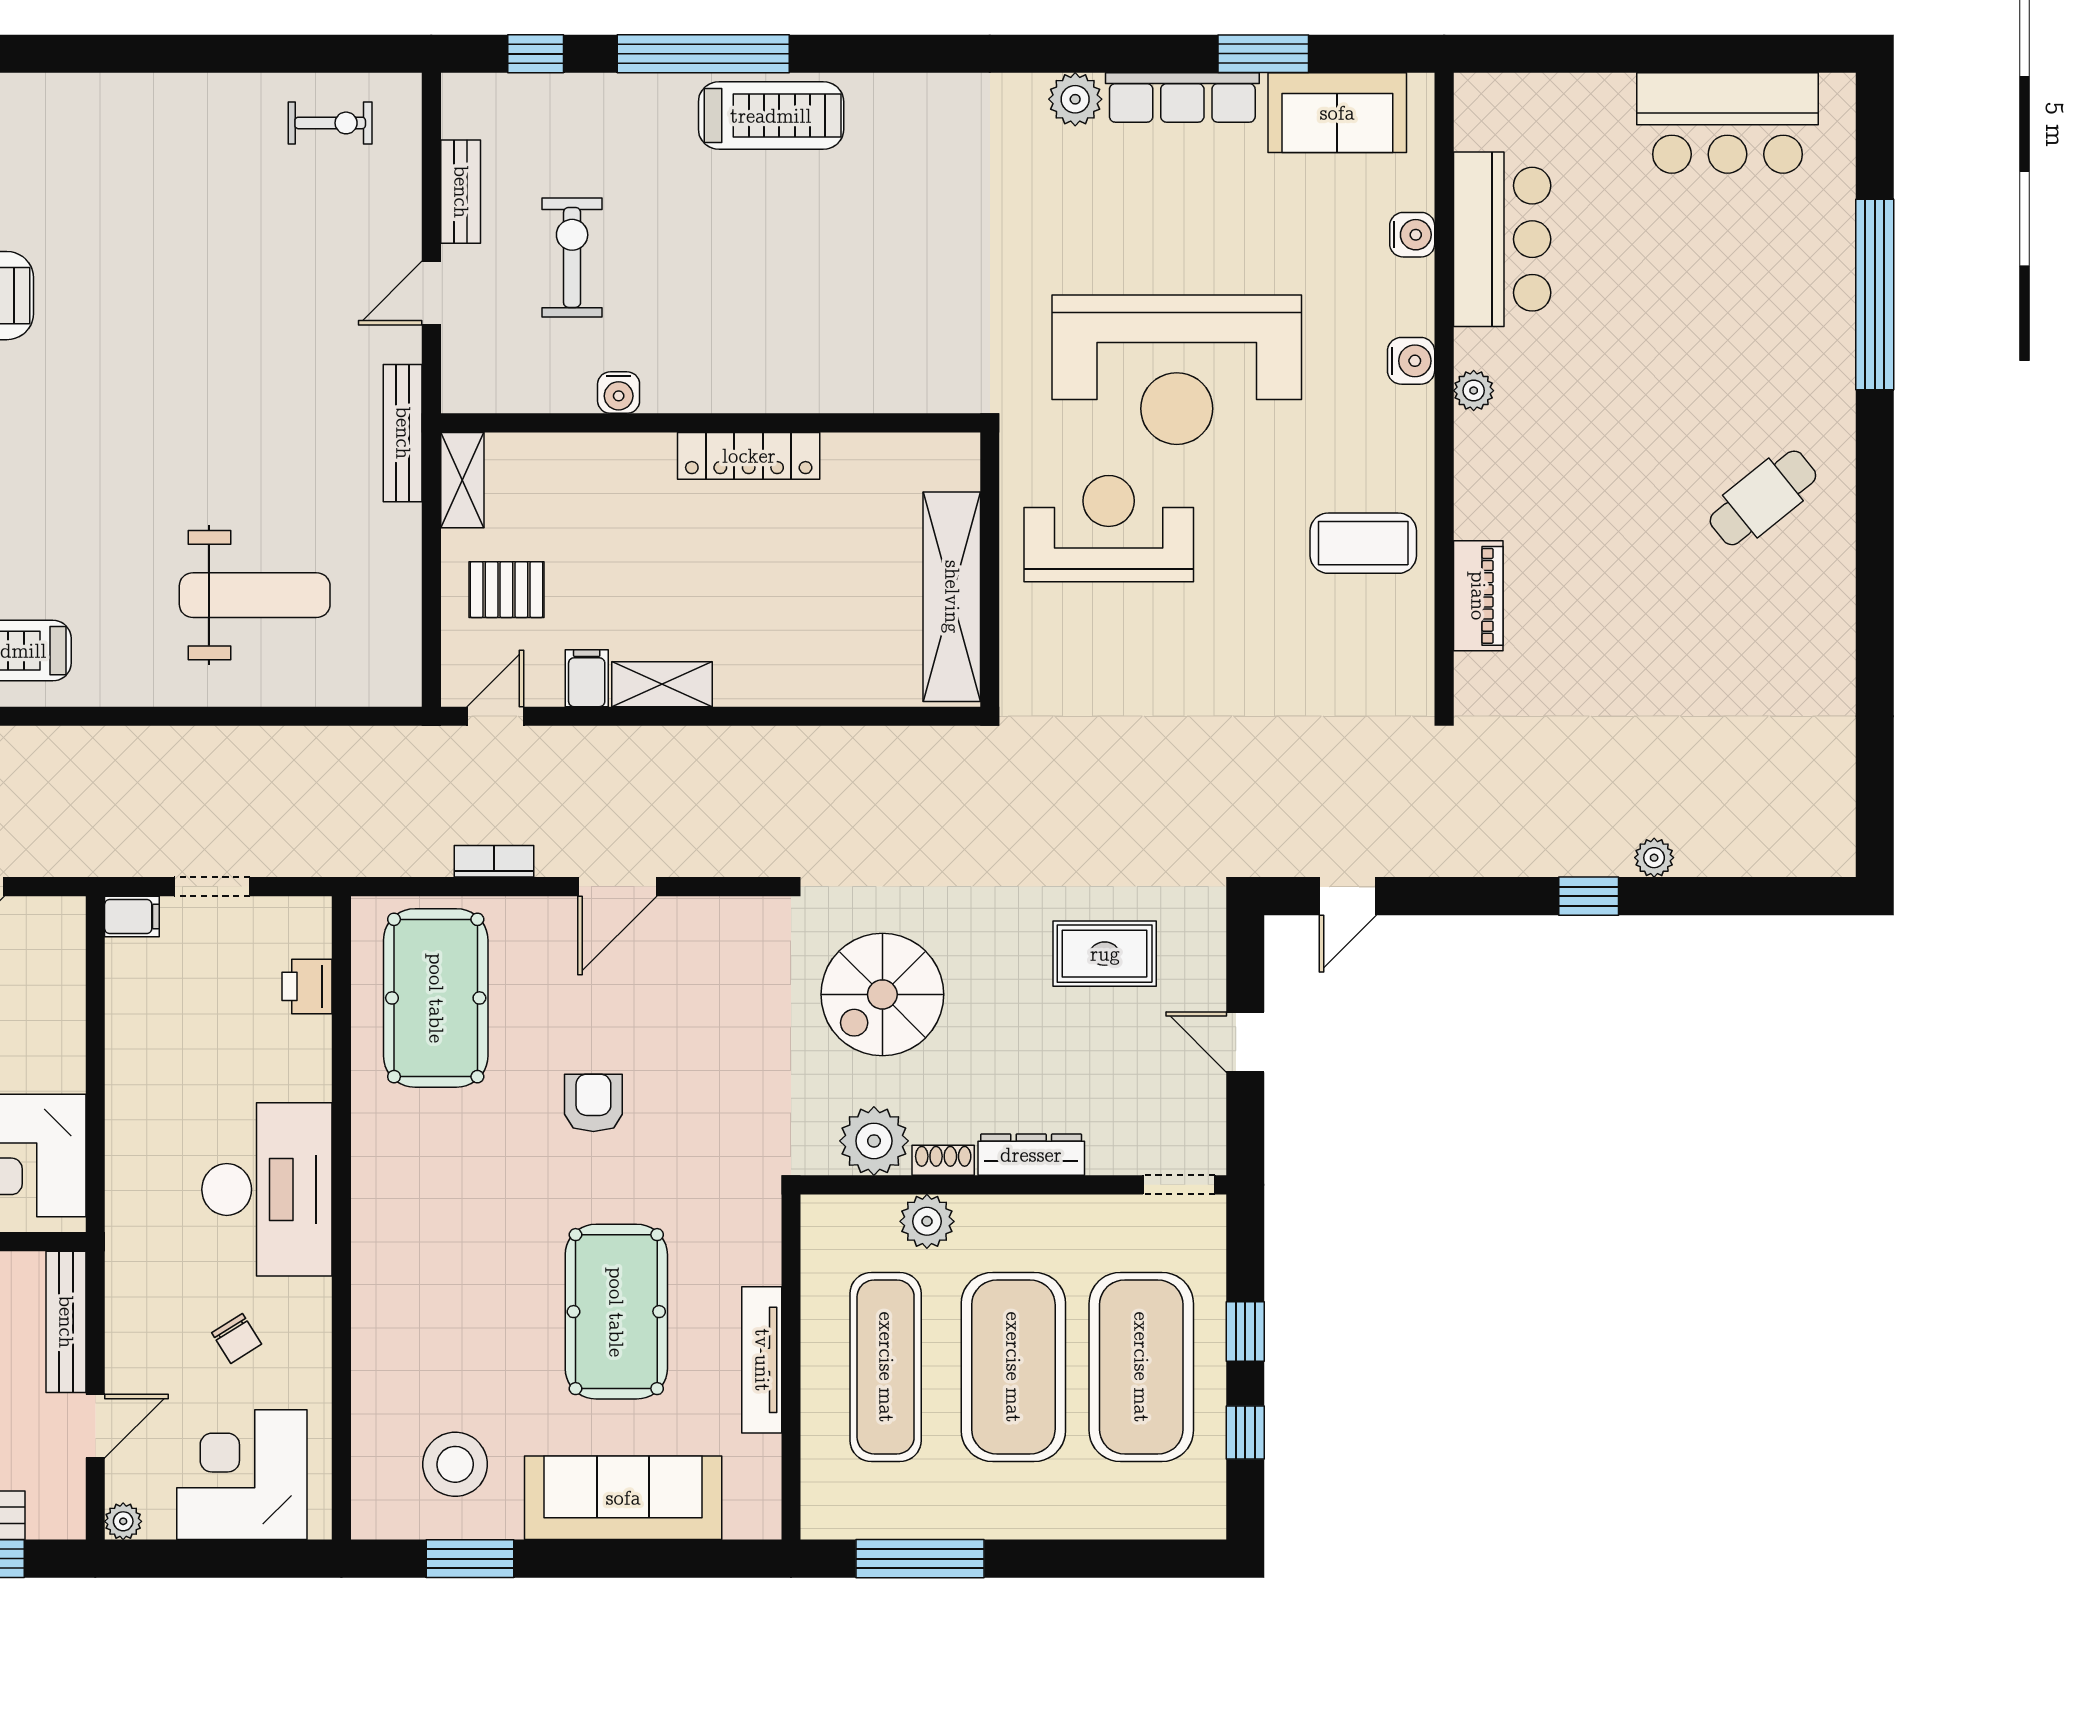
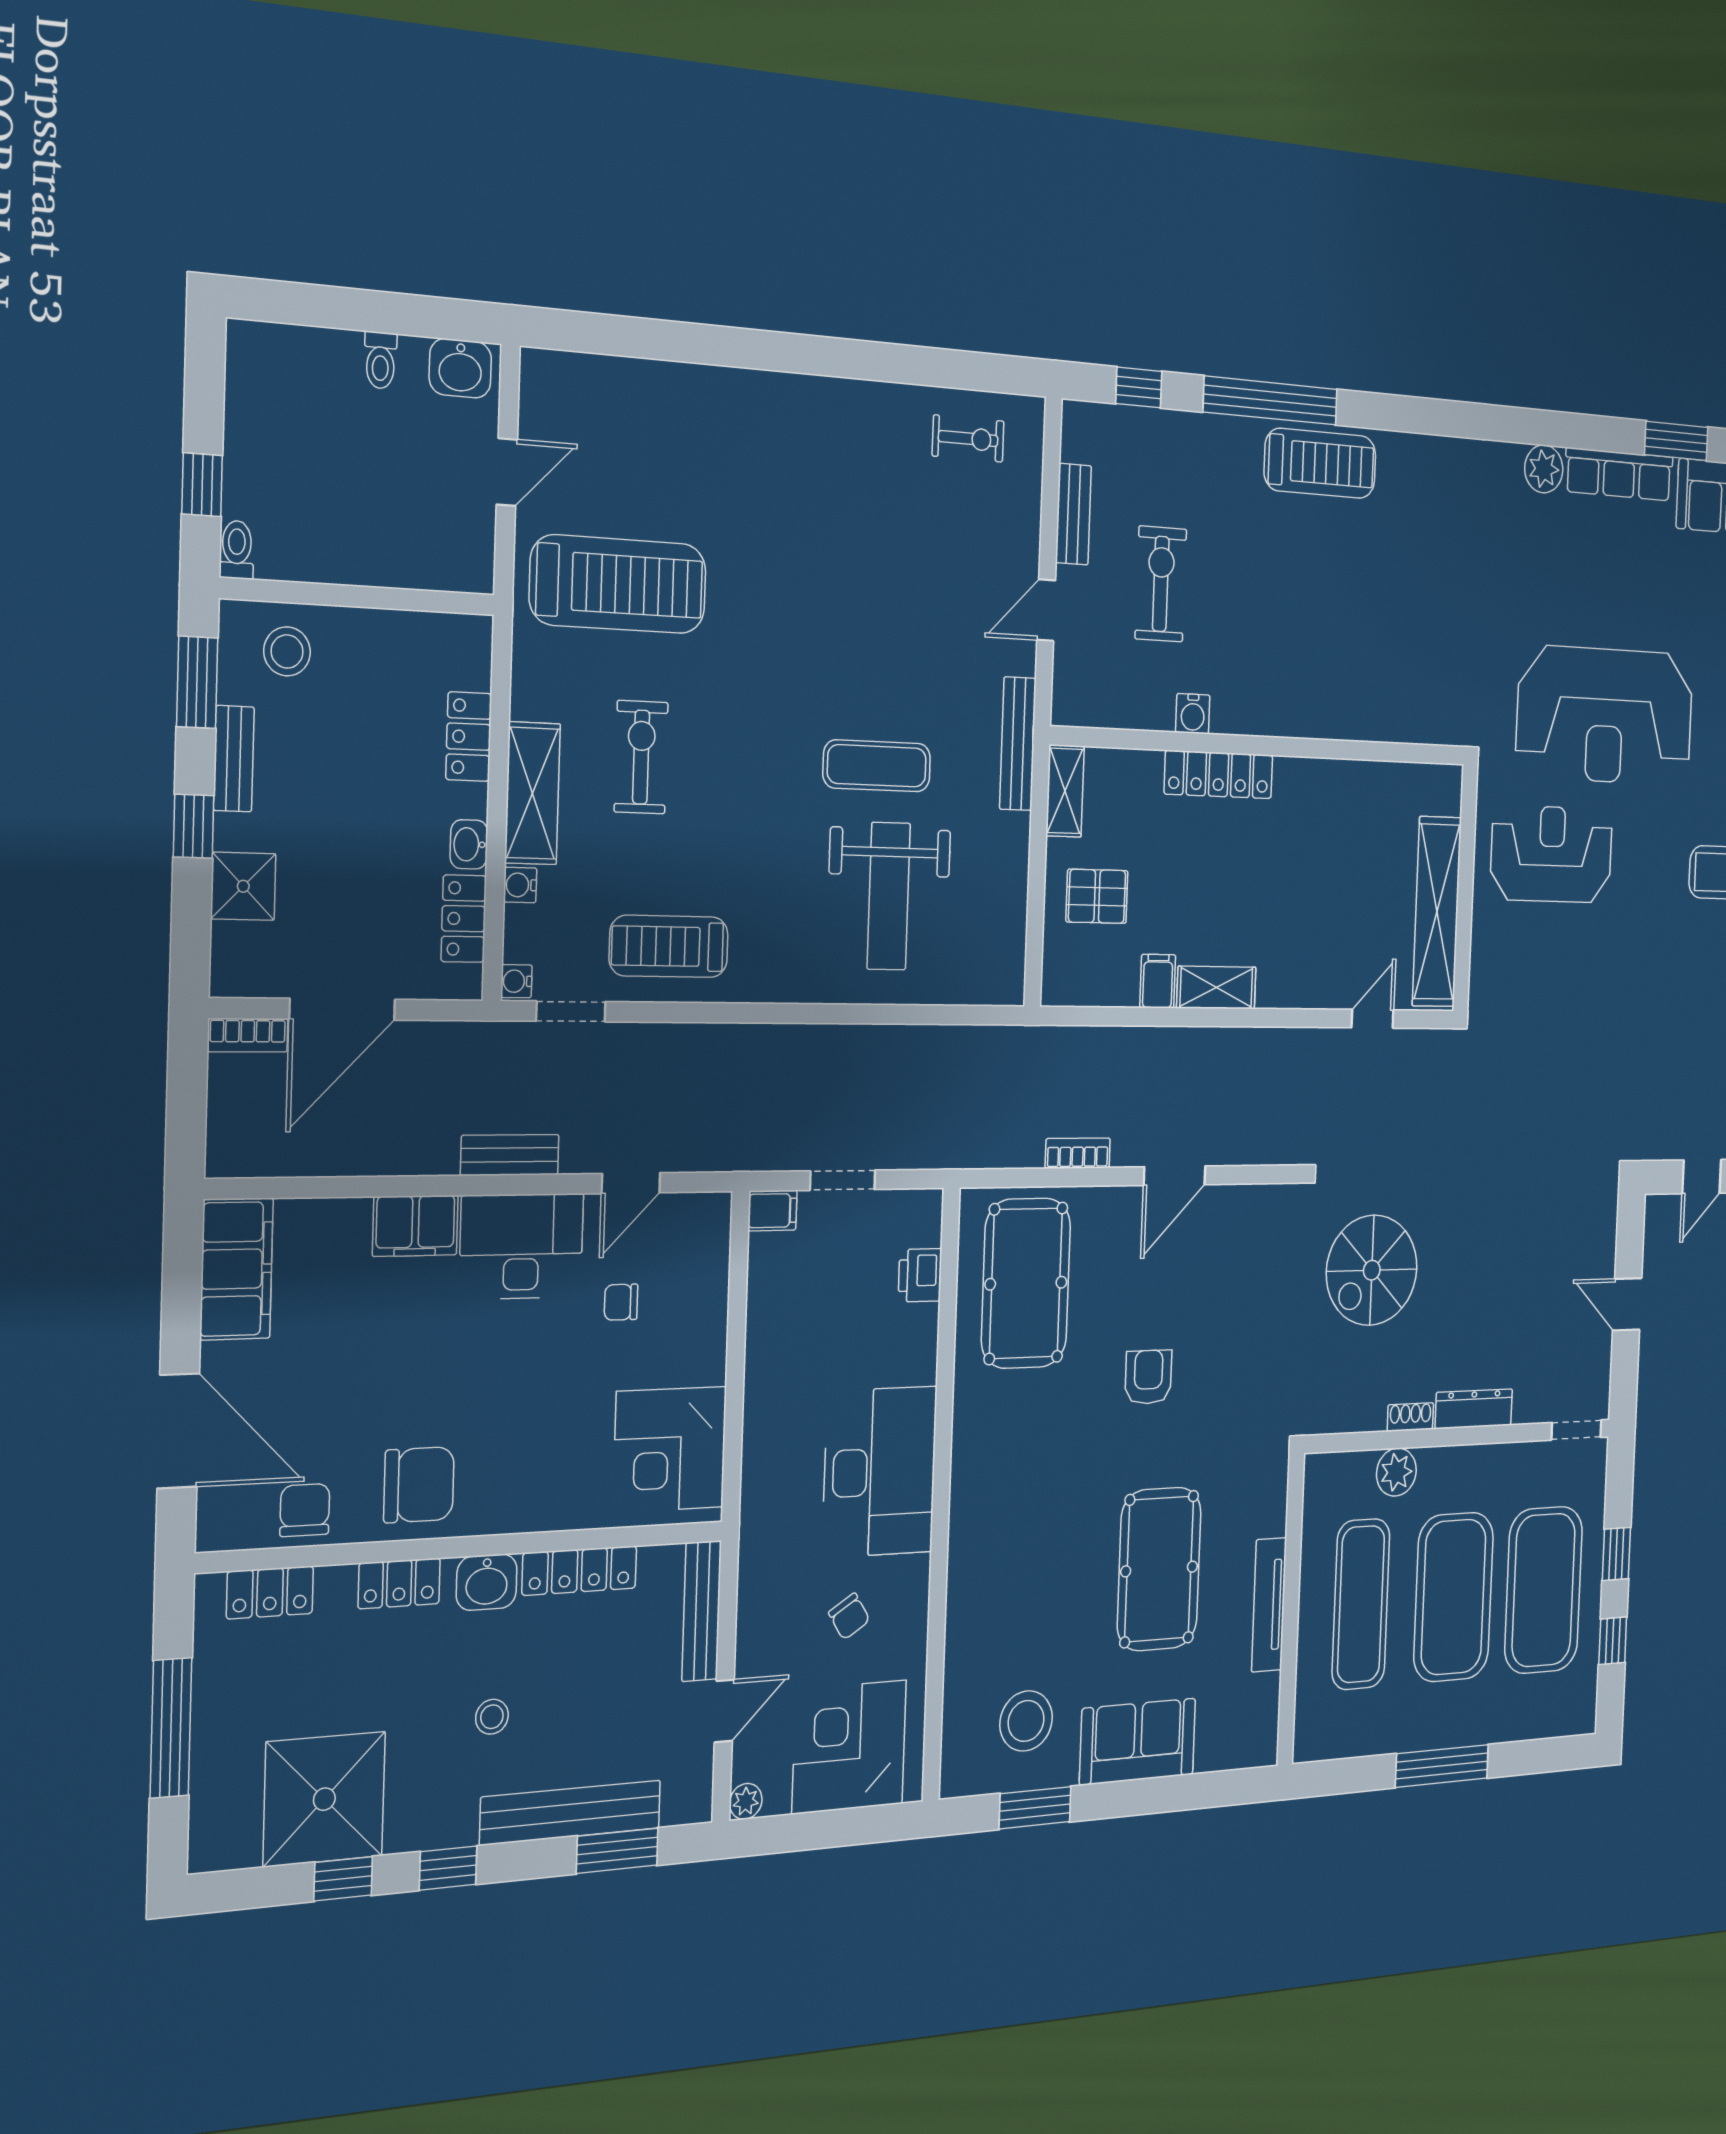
locker: (749, 456) -> (1219, 774), moved
exercise mat: (236, 462) -> (877, 766), added
weight bench: (255, 595) -> (889, 896), turned 90
door: (495, 716) -> (1372, 1019), moved
rug: (1105, 954) -> (1533, 1230), removed
plant: (874, 1141) -> (1360, 1402), removed
sofa: (623, 1498) -> (1138, 1742), width x0.73
window: (920, 1559) -> (1442, 1766), moved

